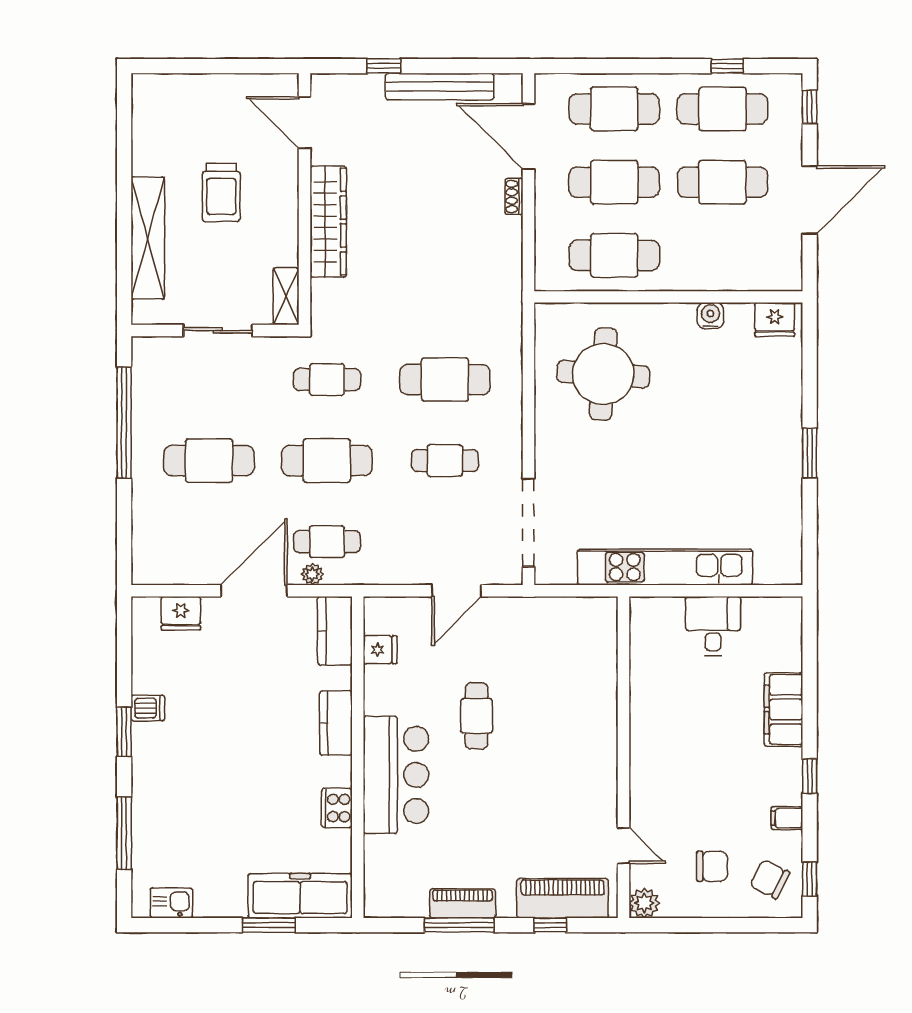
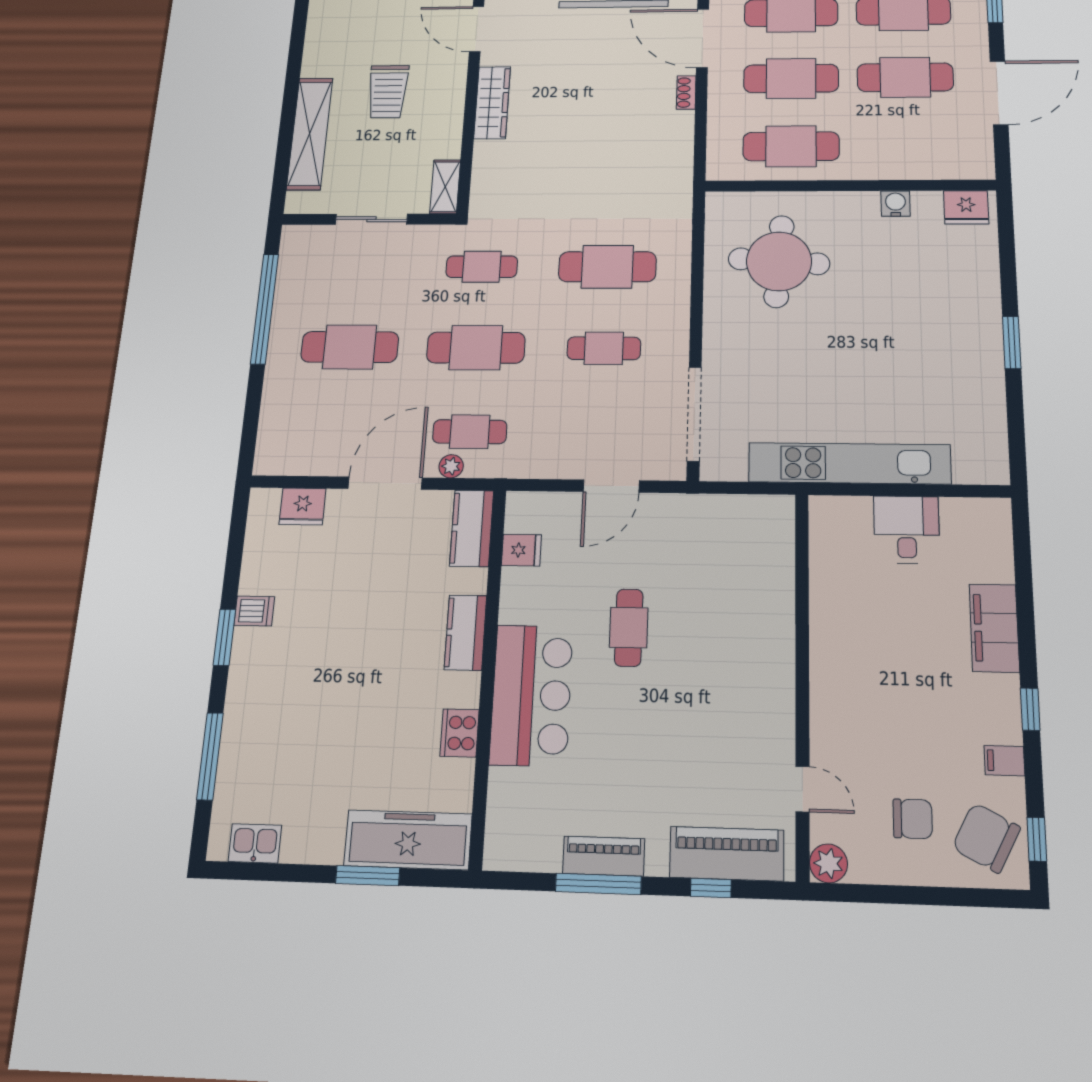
wardrobe: (328, 222) -> (492, 103), width x0.71, depth x0.85
chair: (770, 879) -> (986, 838), width x1.37, depth x1.37

